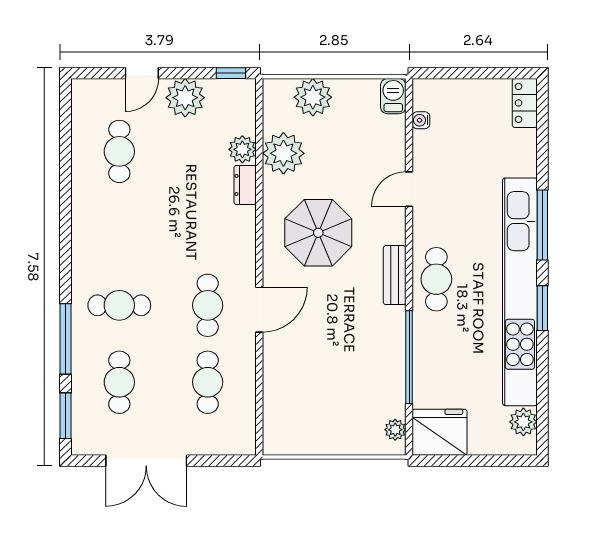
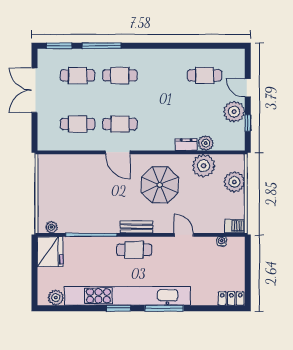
window: (231, 73) -> (248, 123), moved
cafe table: (119, 305) -> (120, 75), turned 90

